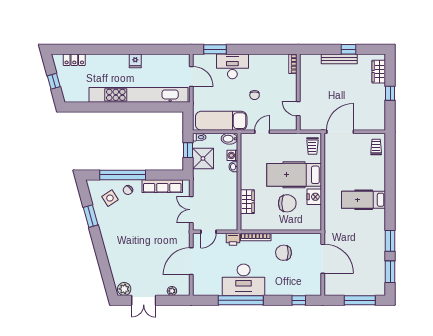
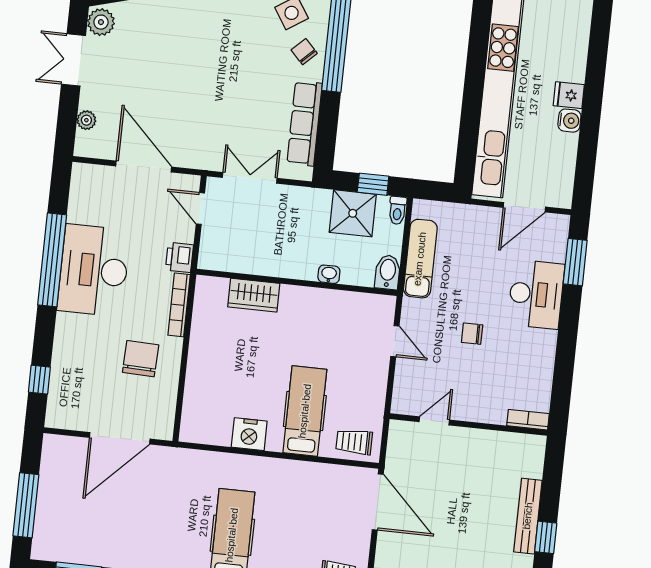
water cooler: (147, 59) -> (569, 121), added
exam couch: (221, 121) -> (420, 259), width x0.73, depth x0.69
washing machine: (232, 155) -> (352, 275), removed
hospital bed: (294, 175) -> (305, 411), width x0.73, depth x0.78
chair: (287, 203) -> (242, 377), removed

